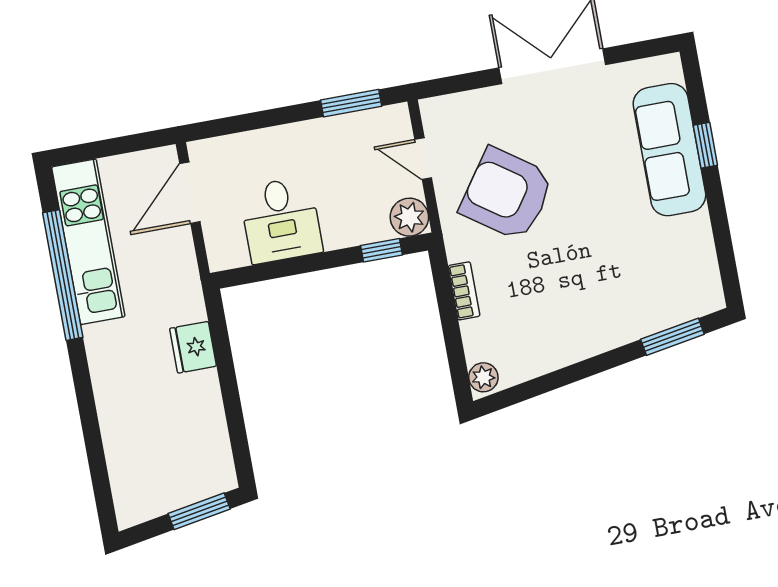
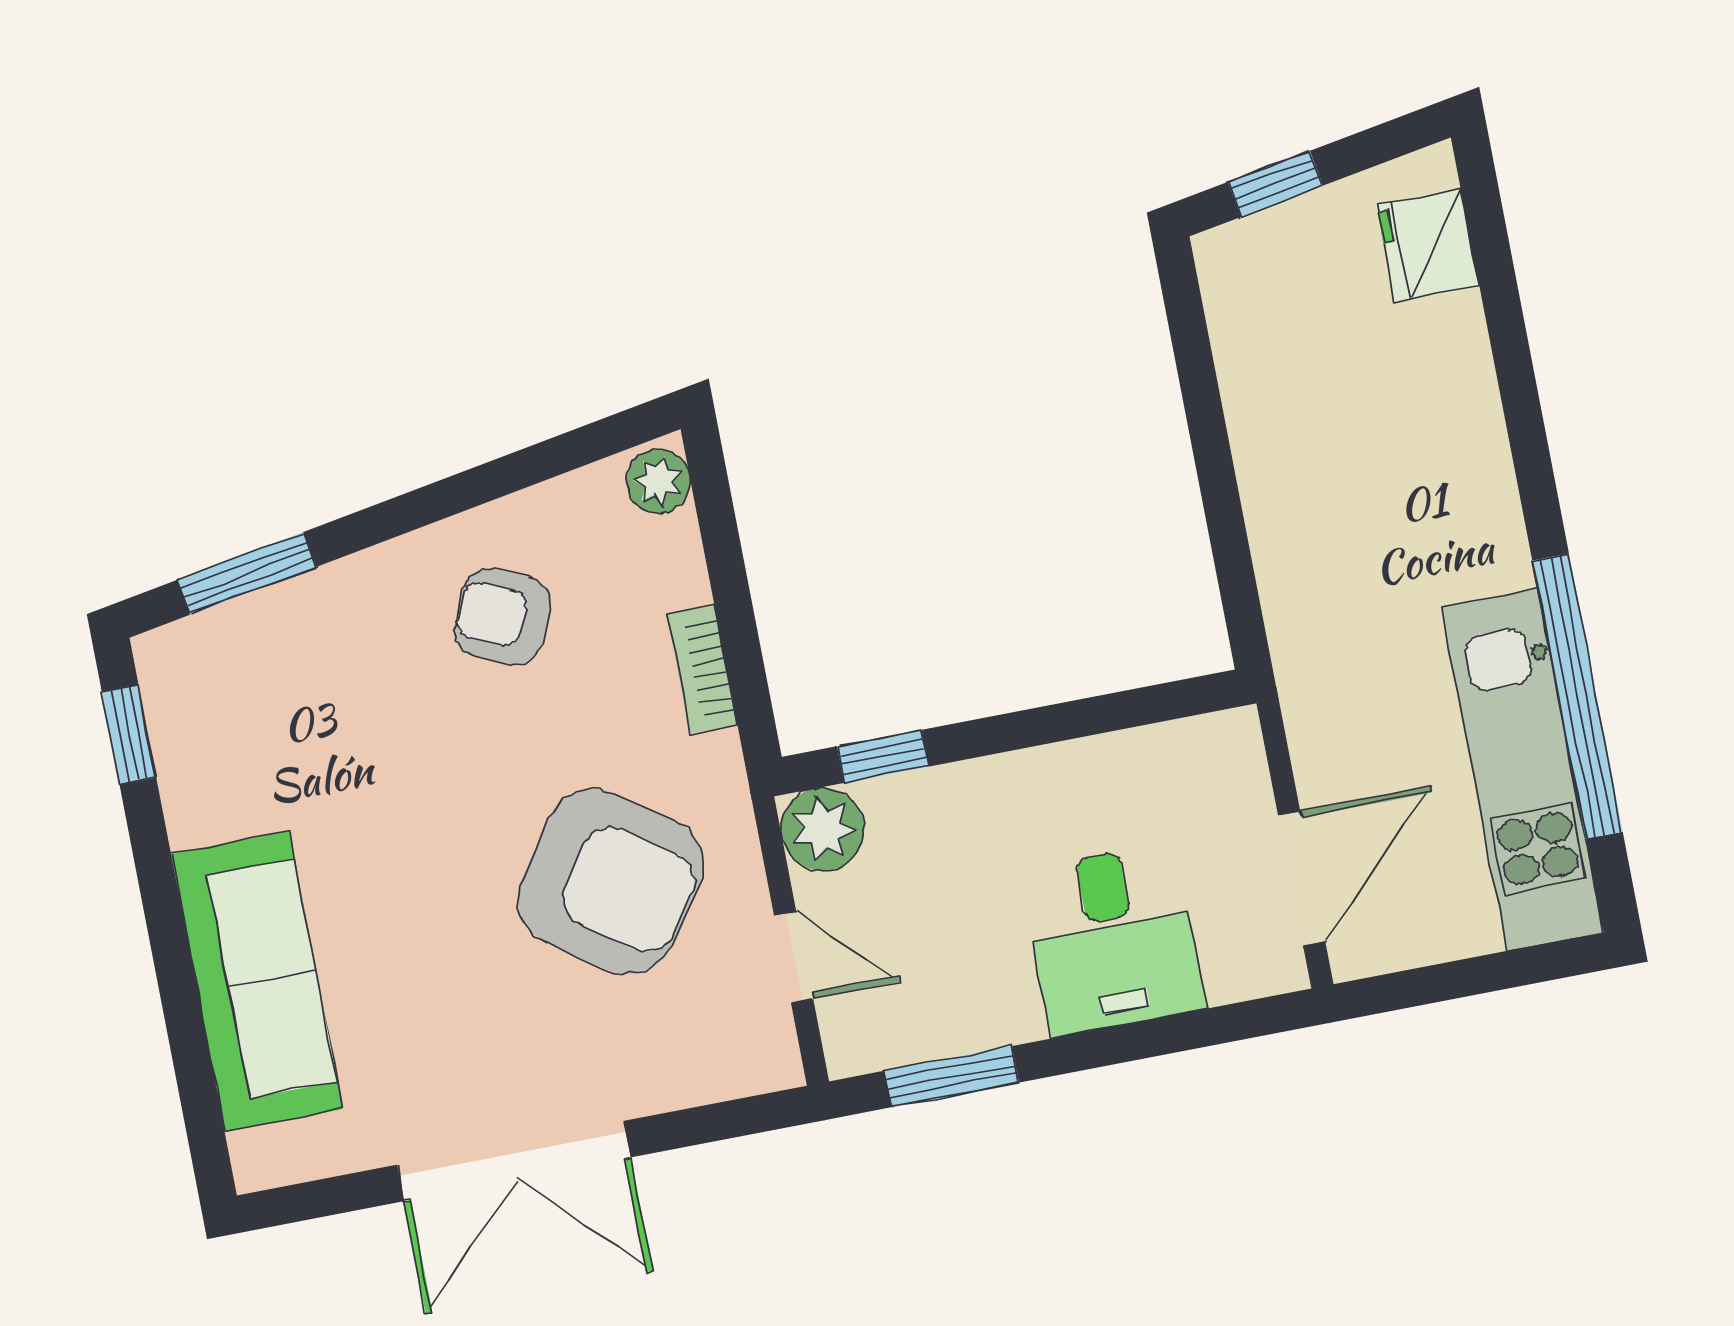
window: (705, 145) -> (129, 735), moved
desk: (281, 220) -> (1113, 939), moved, turned 180
armchair: (555, 316) -> (502, 617), added
fridge: (193, 347) -> (1428, 246), moved, turned 180
window: (199, 511) -> (1275, 184), width x0.67

